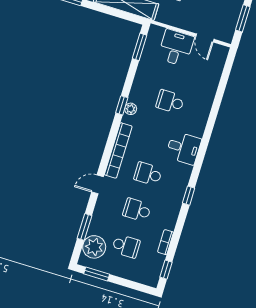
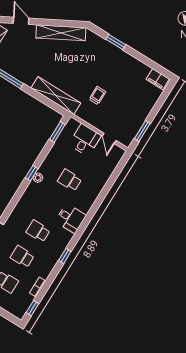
bookcase: (118, 150) -> (20, 207), removed

